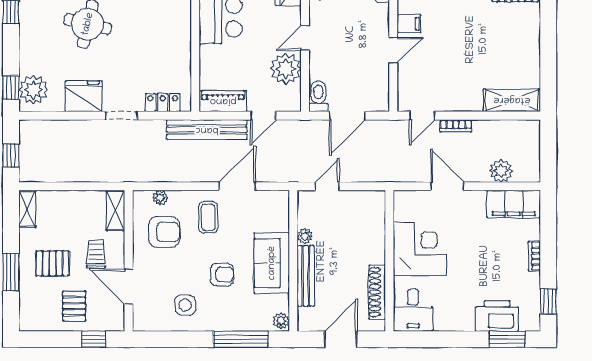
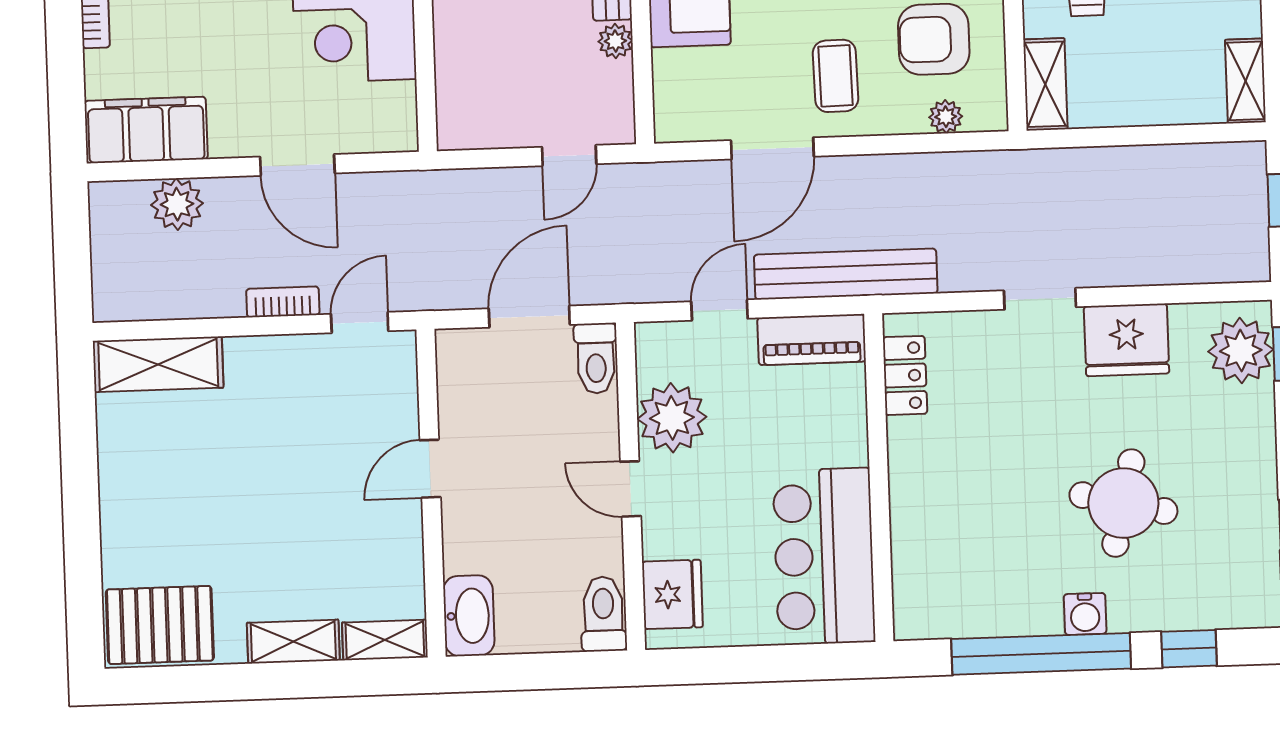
filing cabinet: (409, 24) -> (396, 529), removed
door: (305, 38) -> (631, 489), swing flipped
locker: (163, 103) -> (905, 375), moved, turned -90

